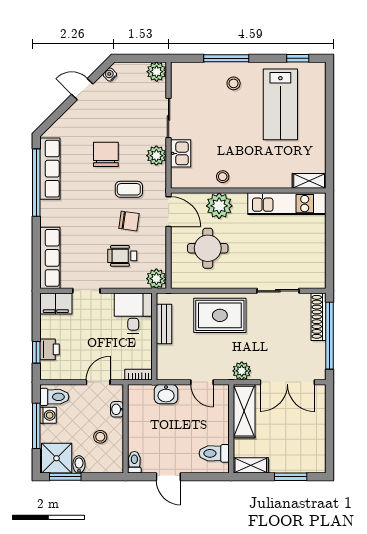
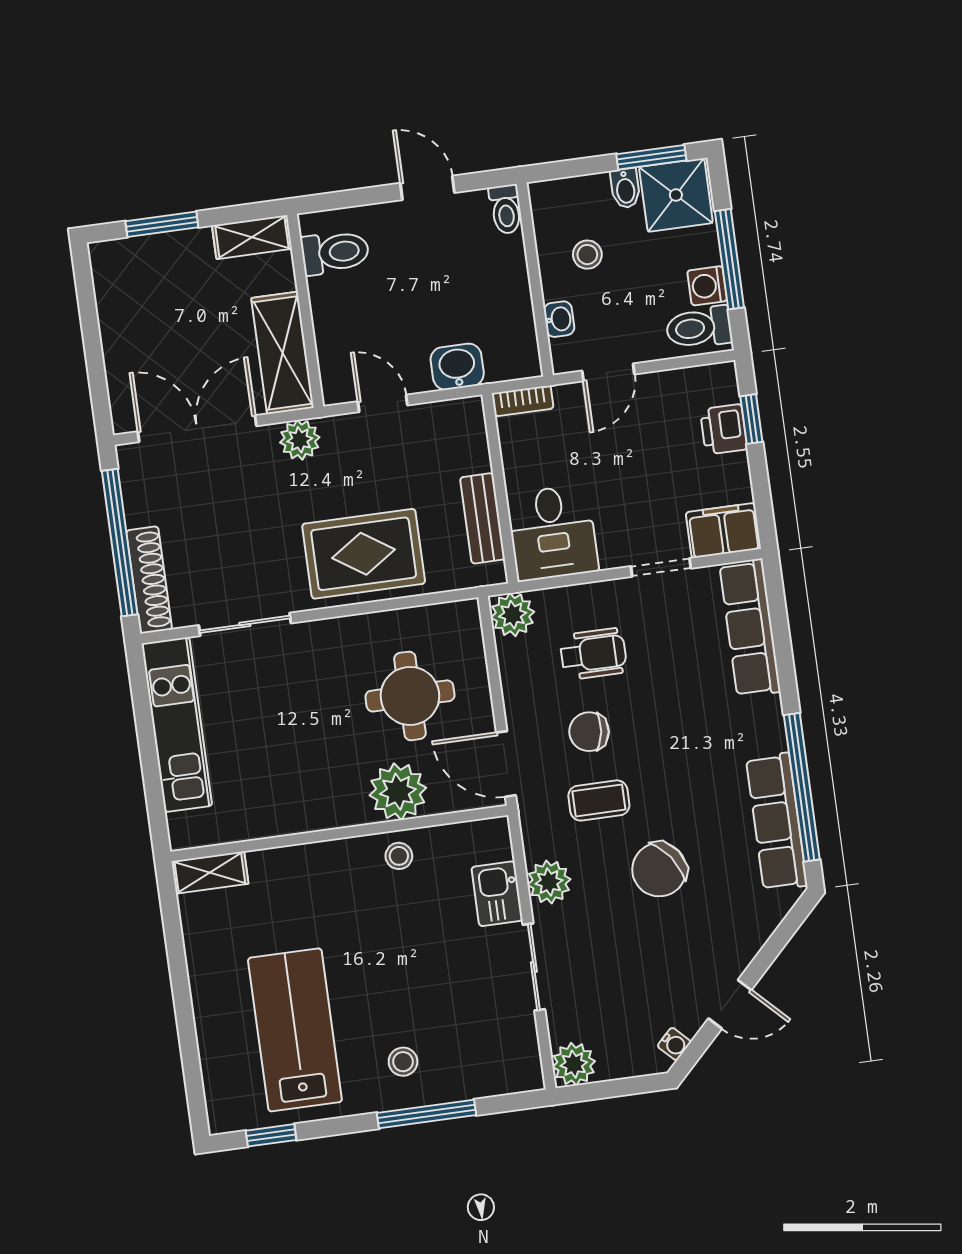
chair: (106, 154) -> (659, 870), turned 54
kitchen unit: (287, 204) -> (177, 725), moved, turned 90

